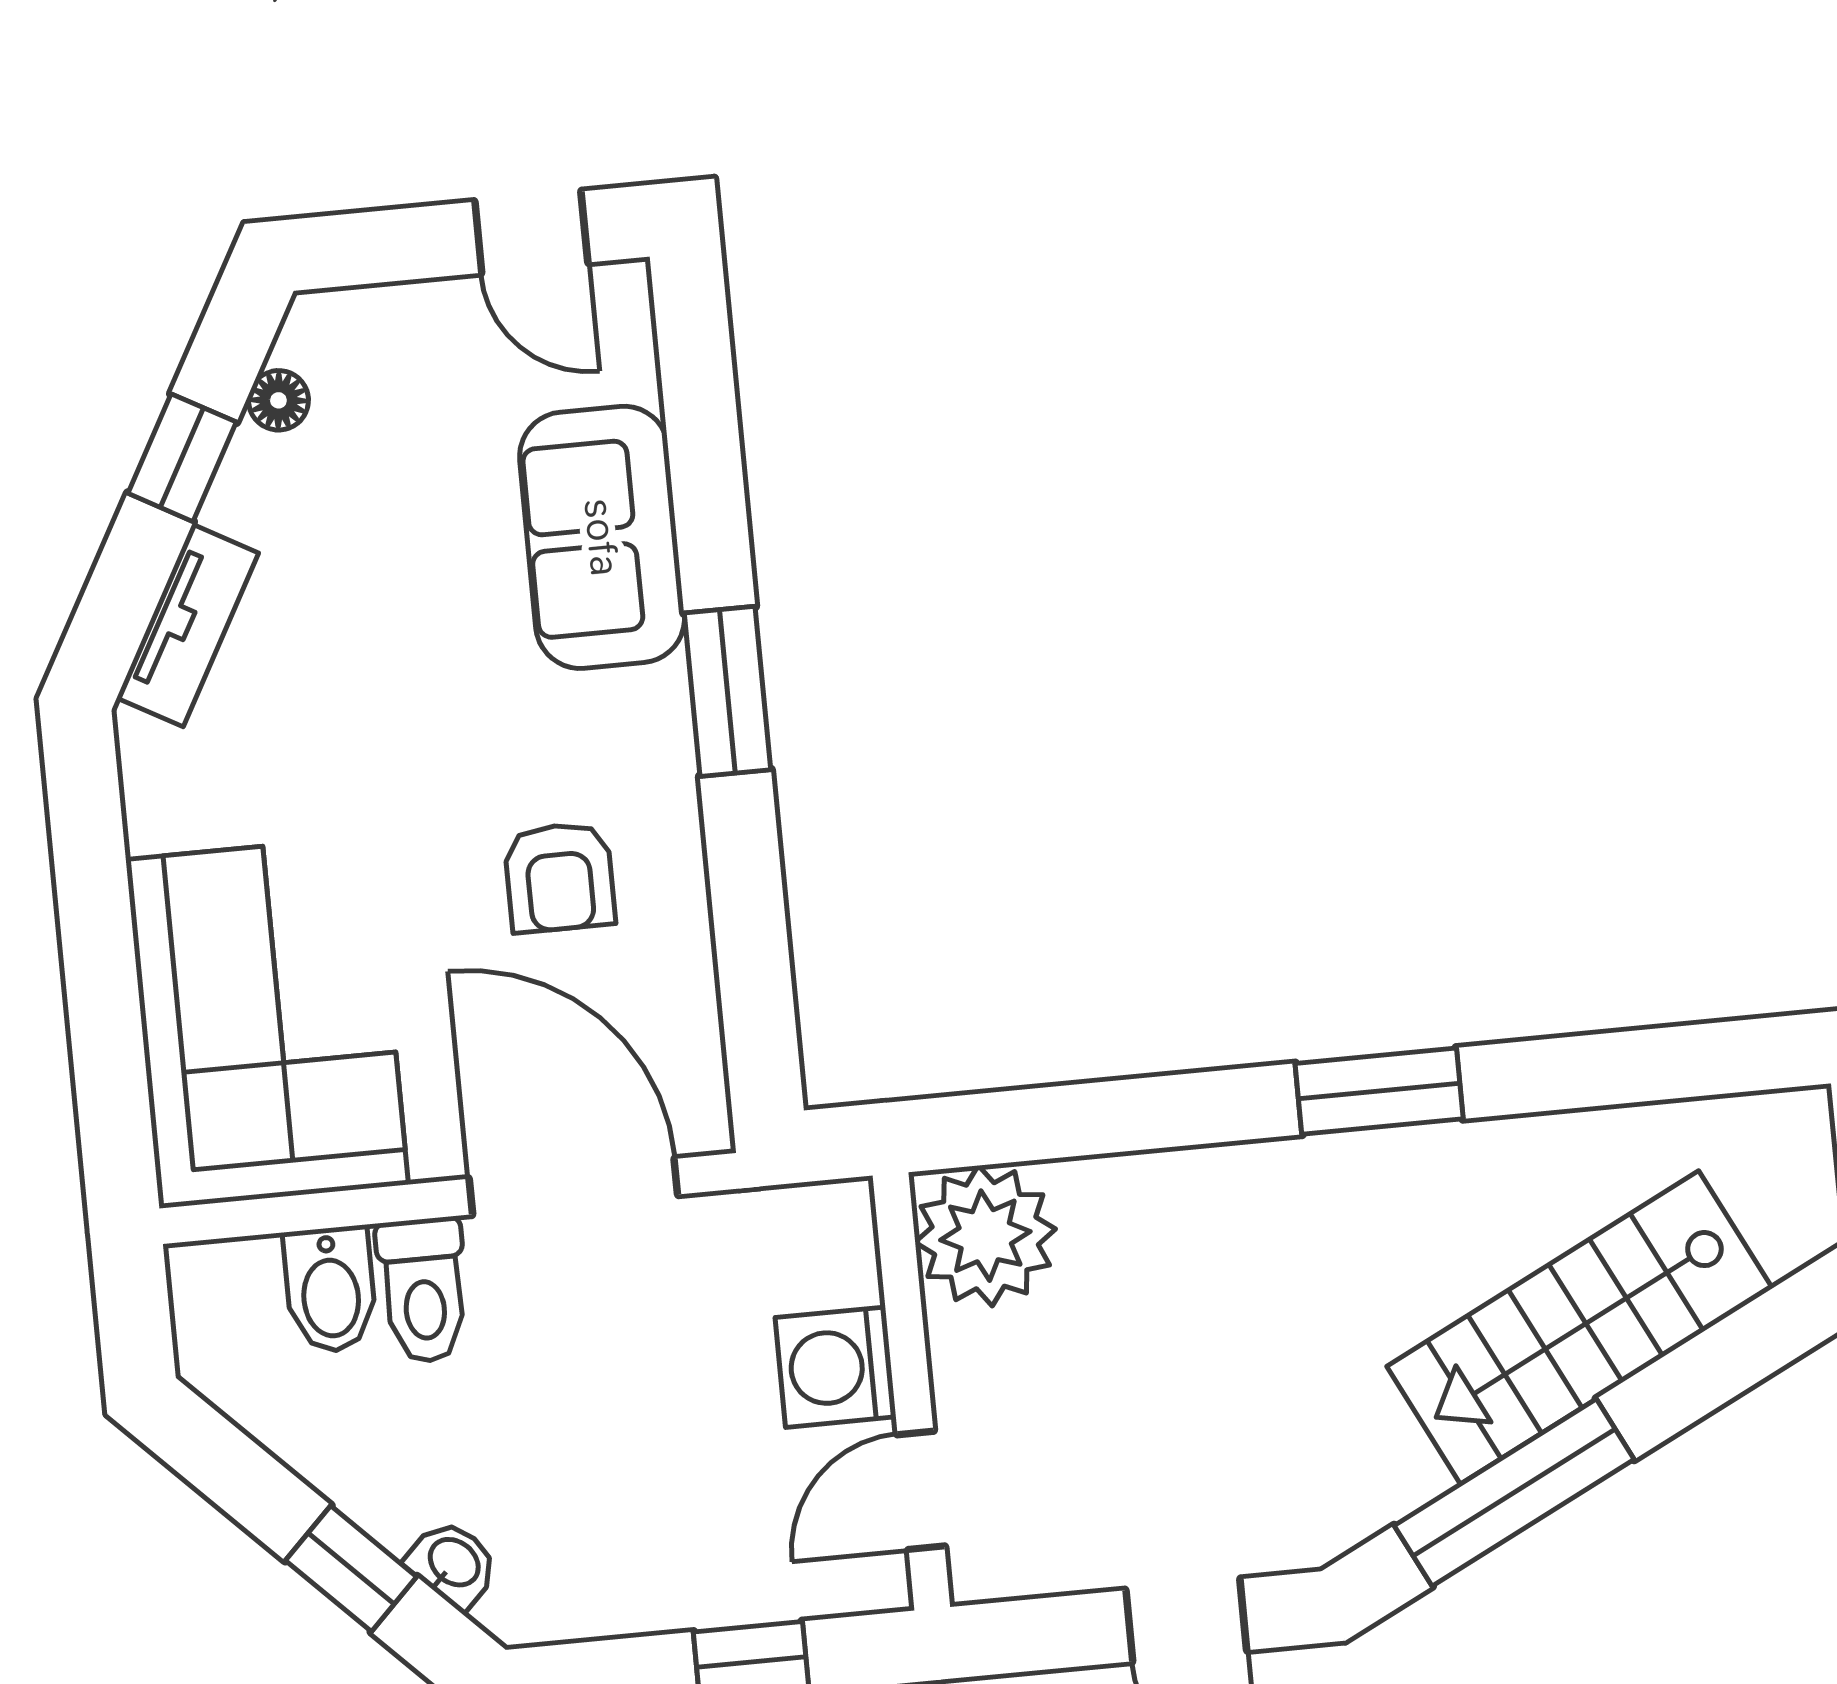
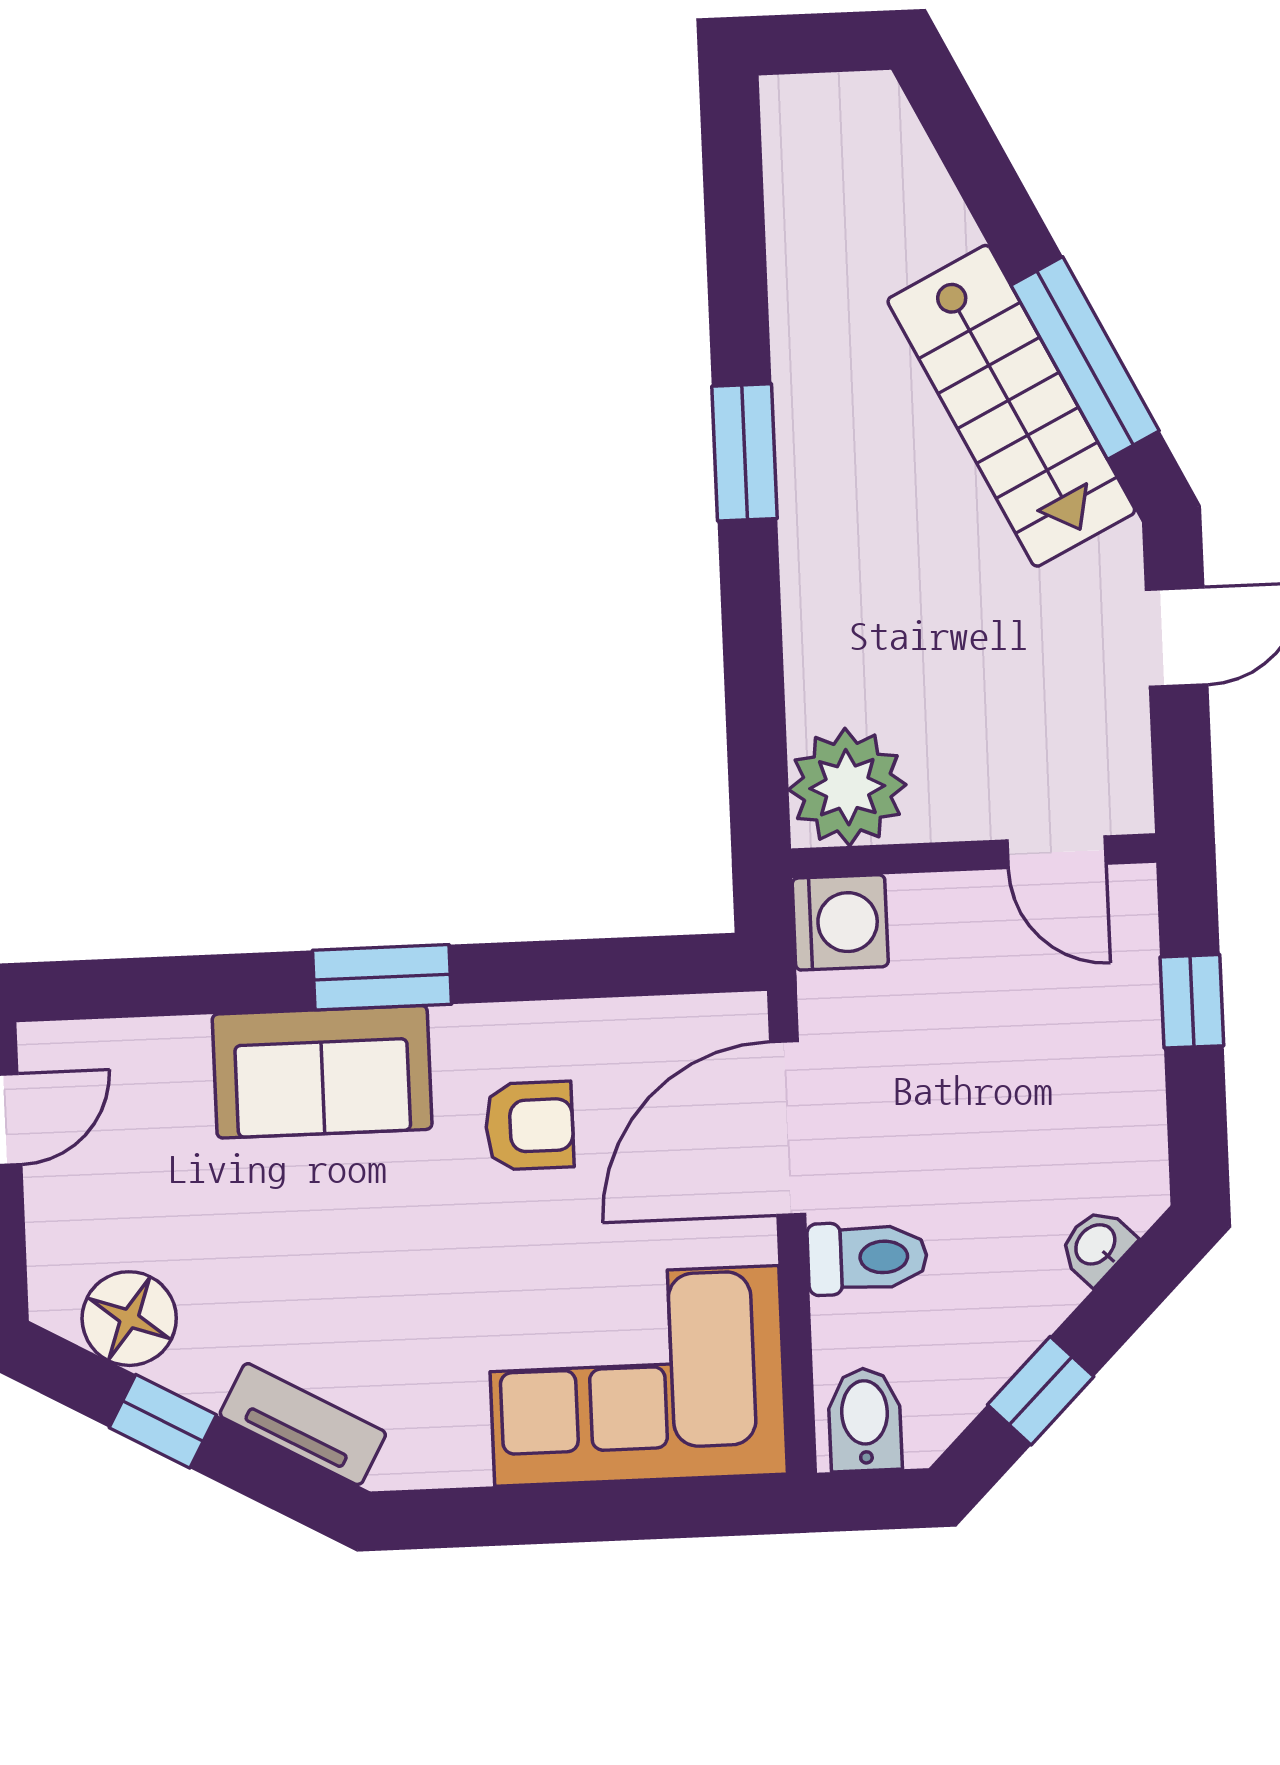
floor lamp: (278, 400) -> (129, 1319), width x1.89, depth x1.89
sofa: (602, 537) -> (322, 1072), moved
bidet: (330, 1290) -> (865, 1420), moved, turned -90
stairs: (1580, 1327) -> (1011, 406), moved
washing machine: (836, 1367) -> (840, 922), moved, turned -90
window: (351, 1569) -> (1041, 1391), moved

